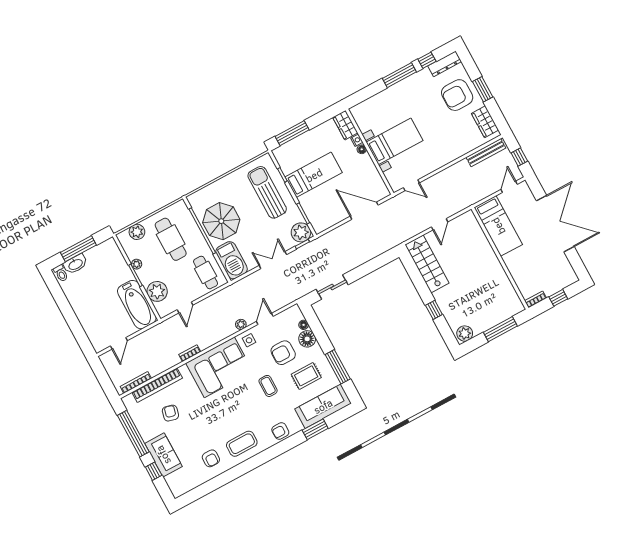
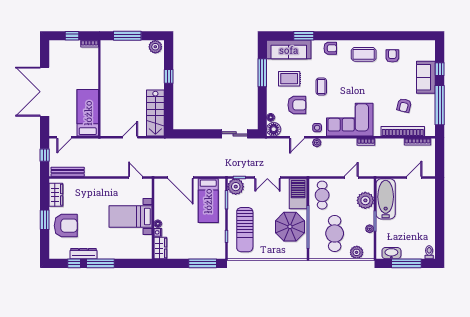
dresser: (445, 64) -> (83, 254), moved
bed: (314, 175) -> (208, 201), moved, turned -90
washbasin: (75, 264) -> (391, 253), moved
floor lamp: (307, 339) -> (274, 129), moved

